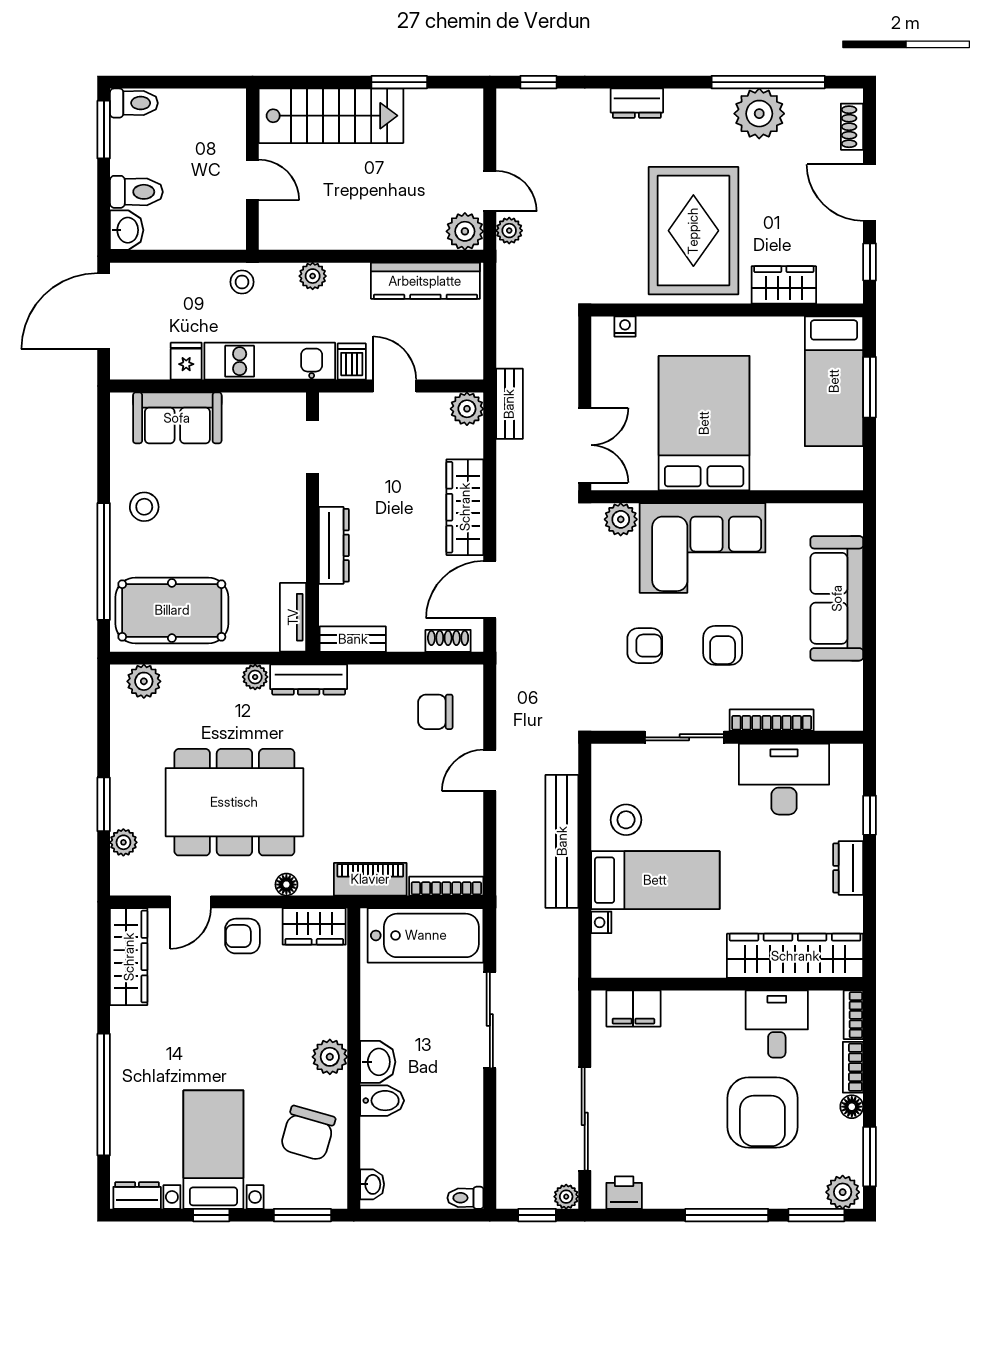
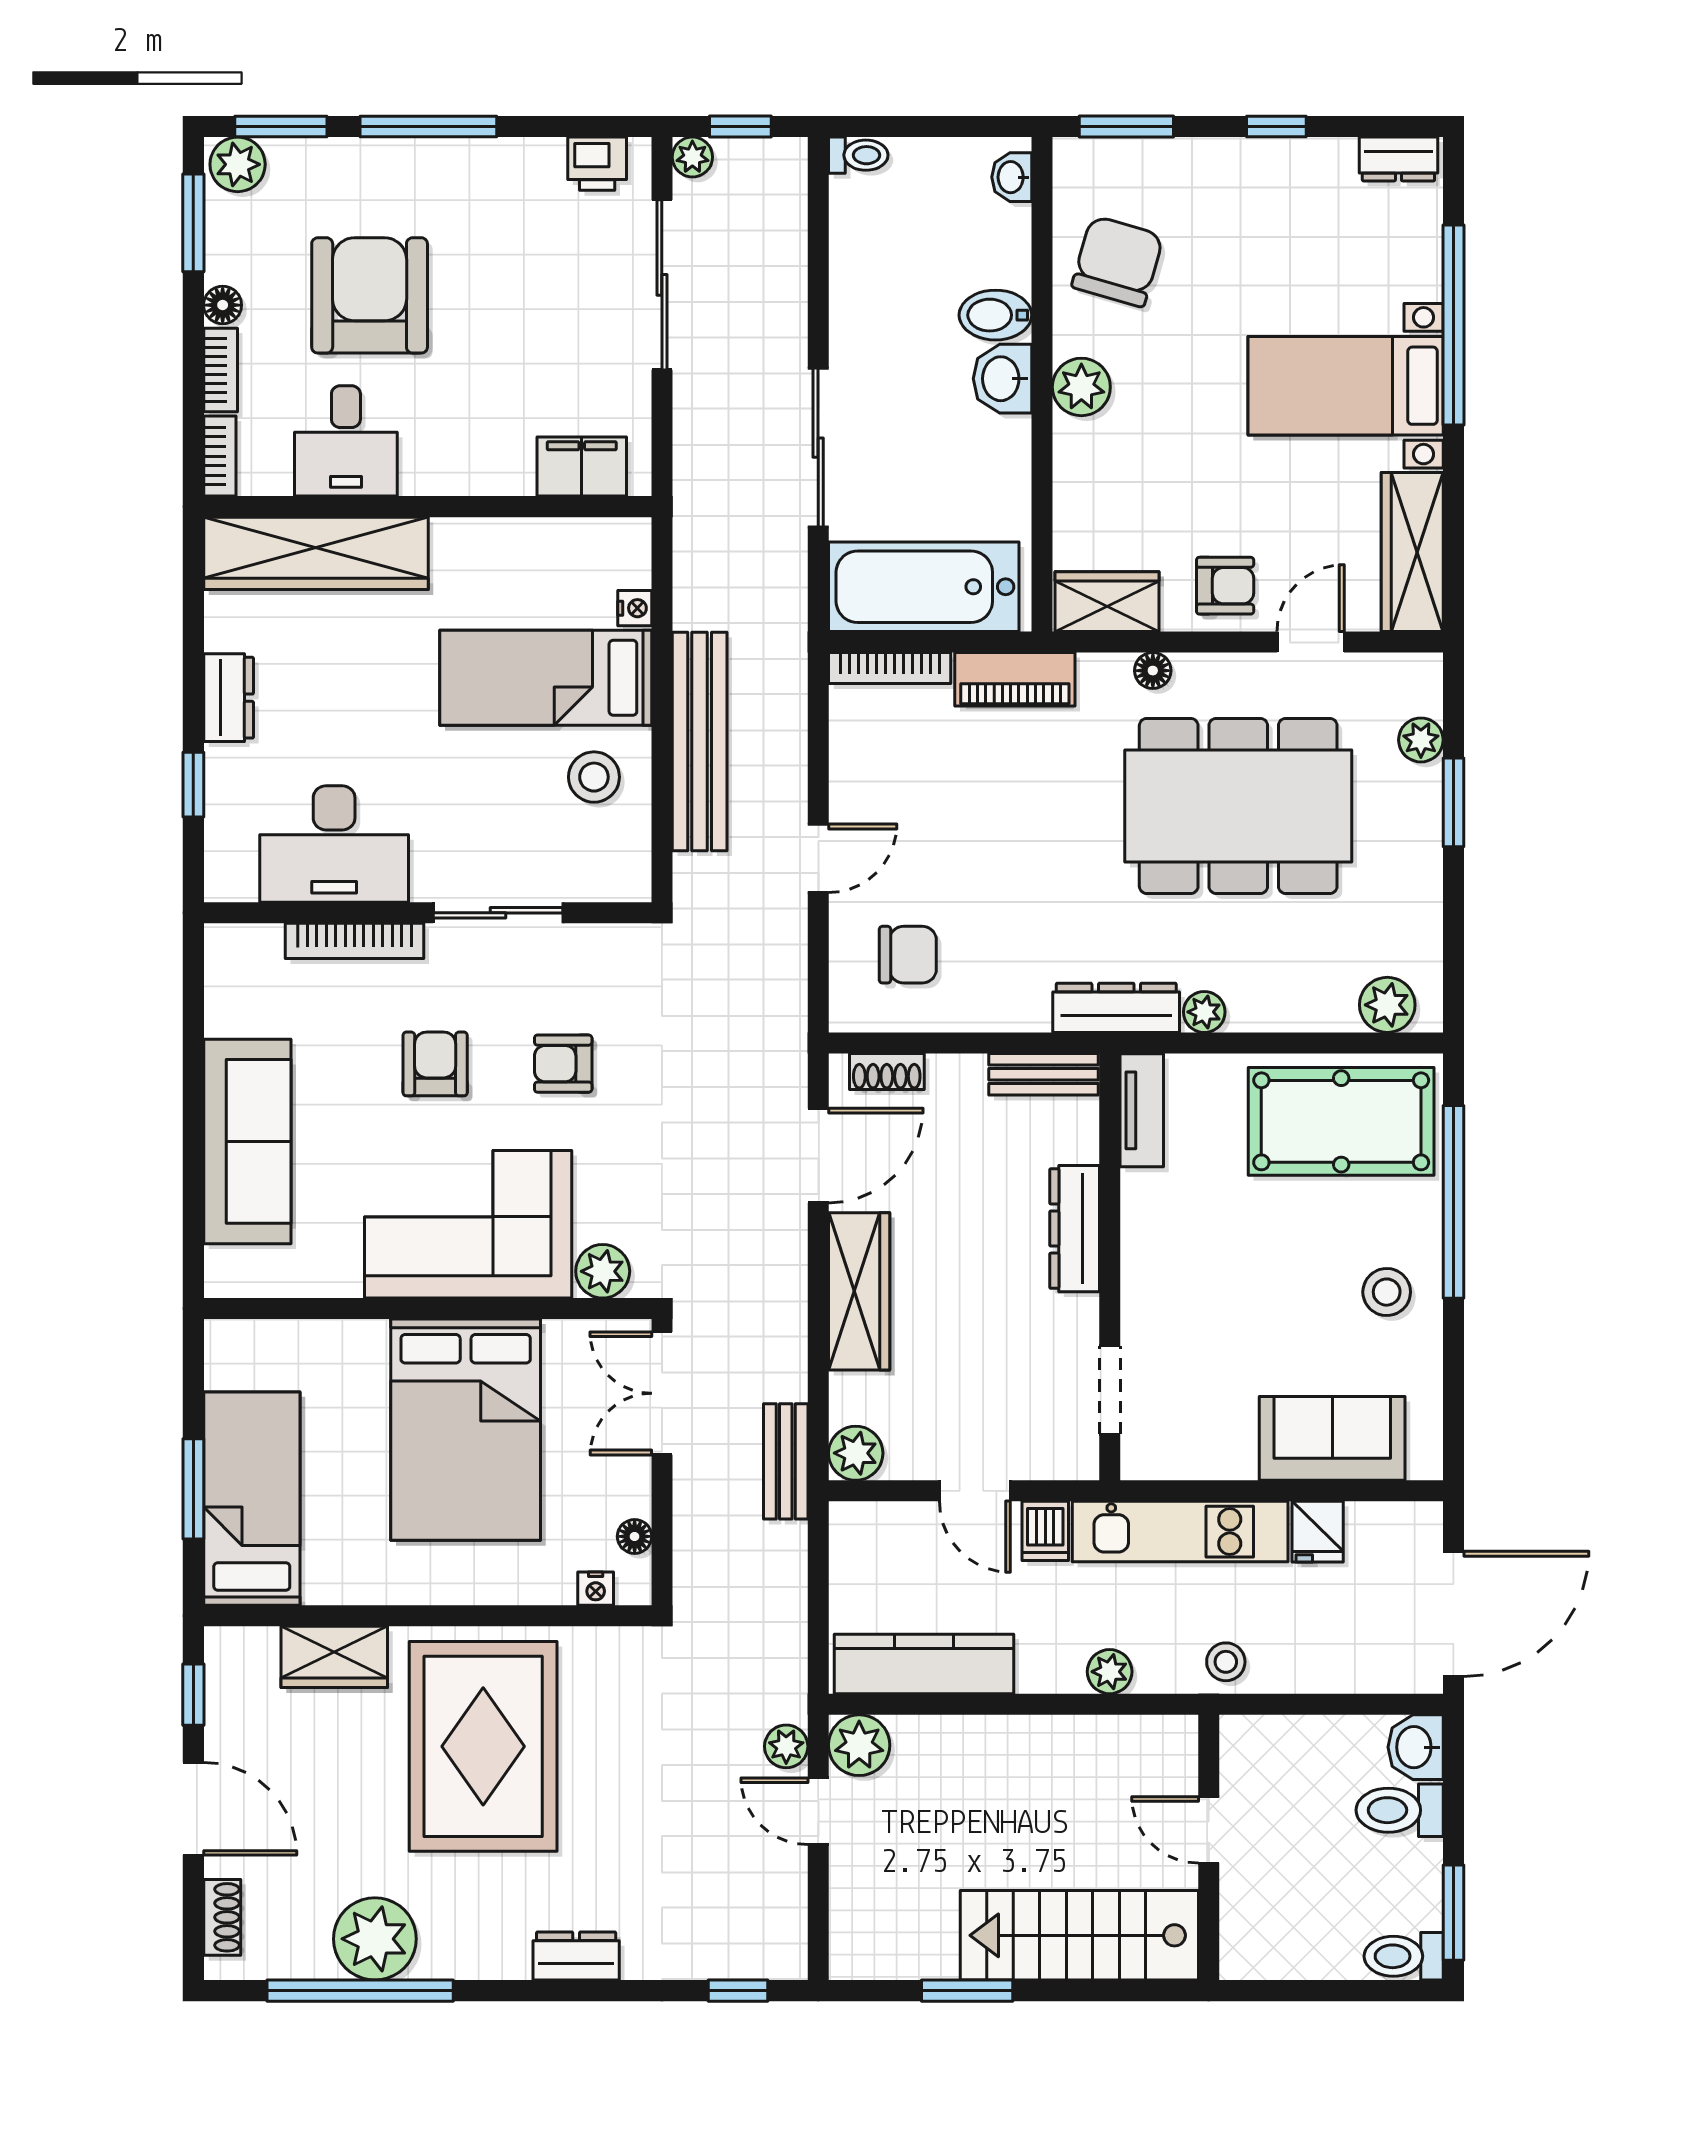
floor lamp: (601, 358) -> (635, 1536), added
bed with nightstands: (213, 1150) -> (1346, 386), moved, turned 90

